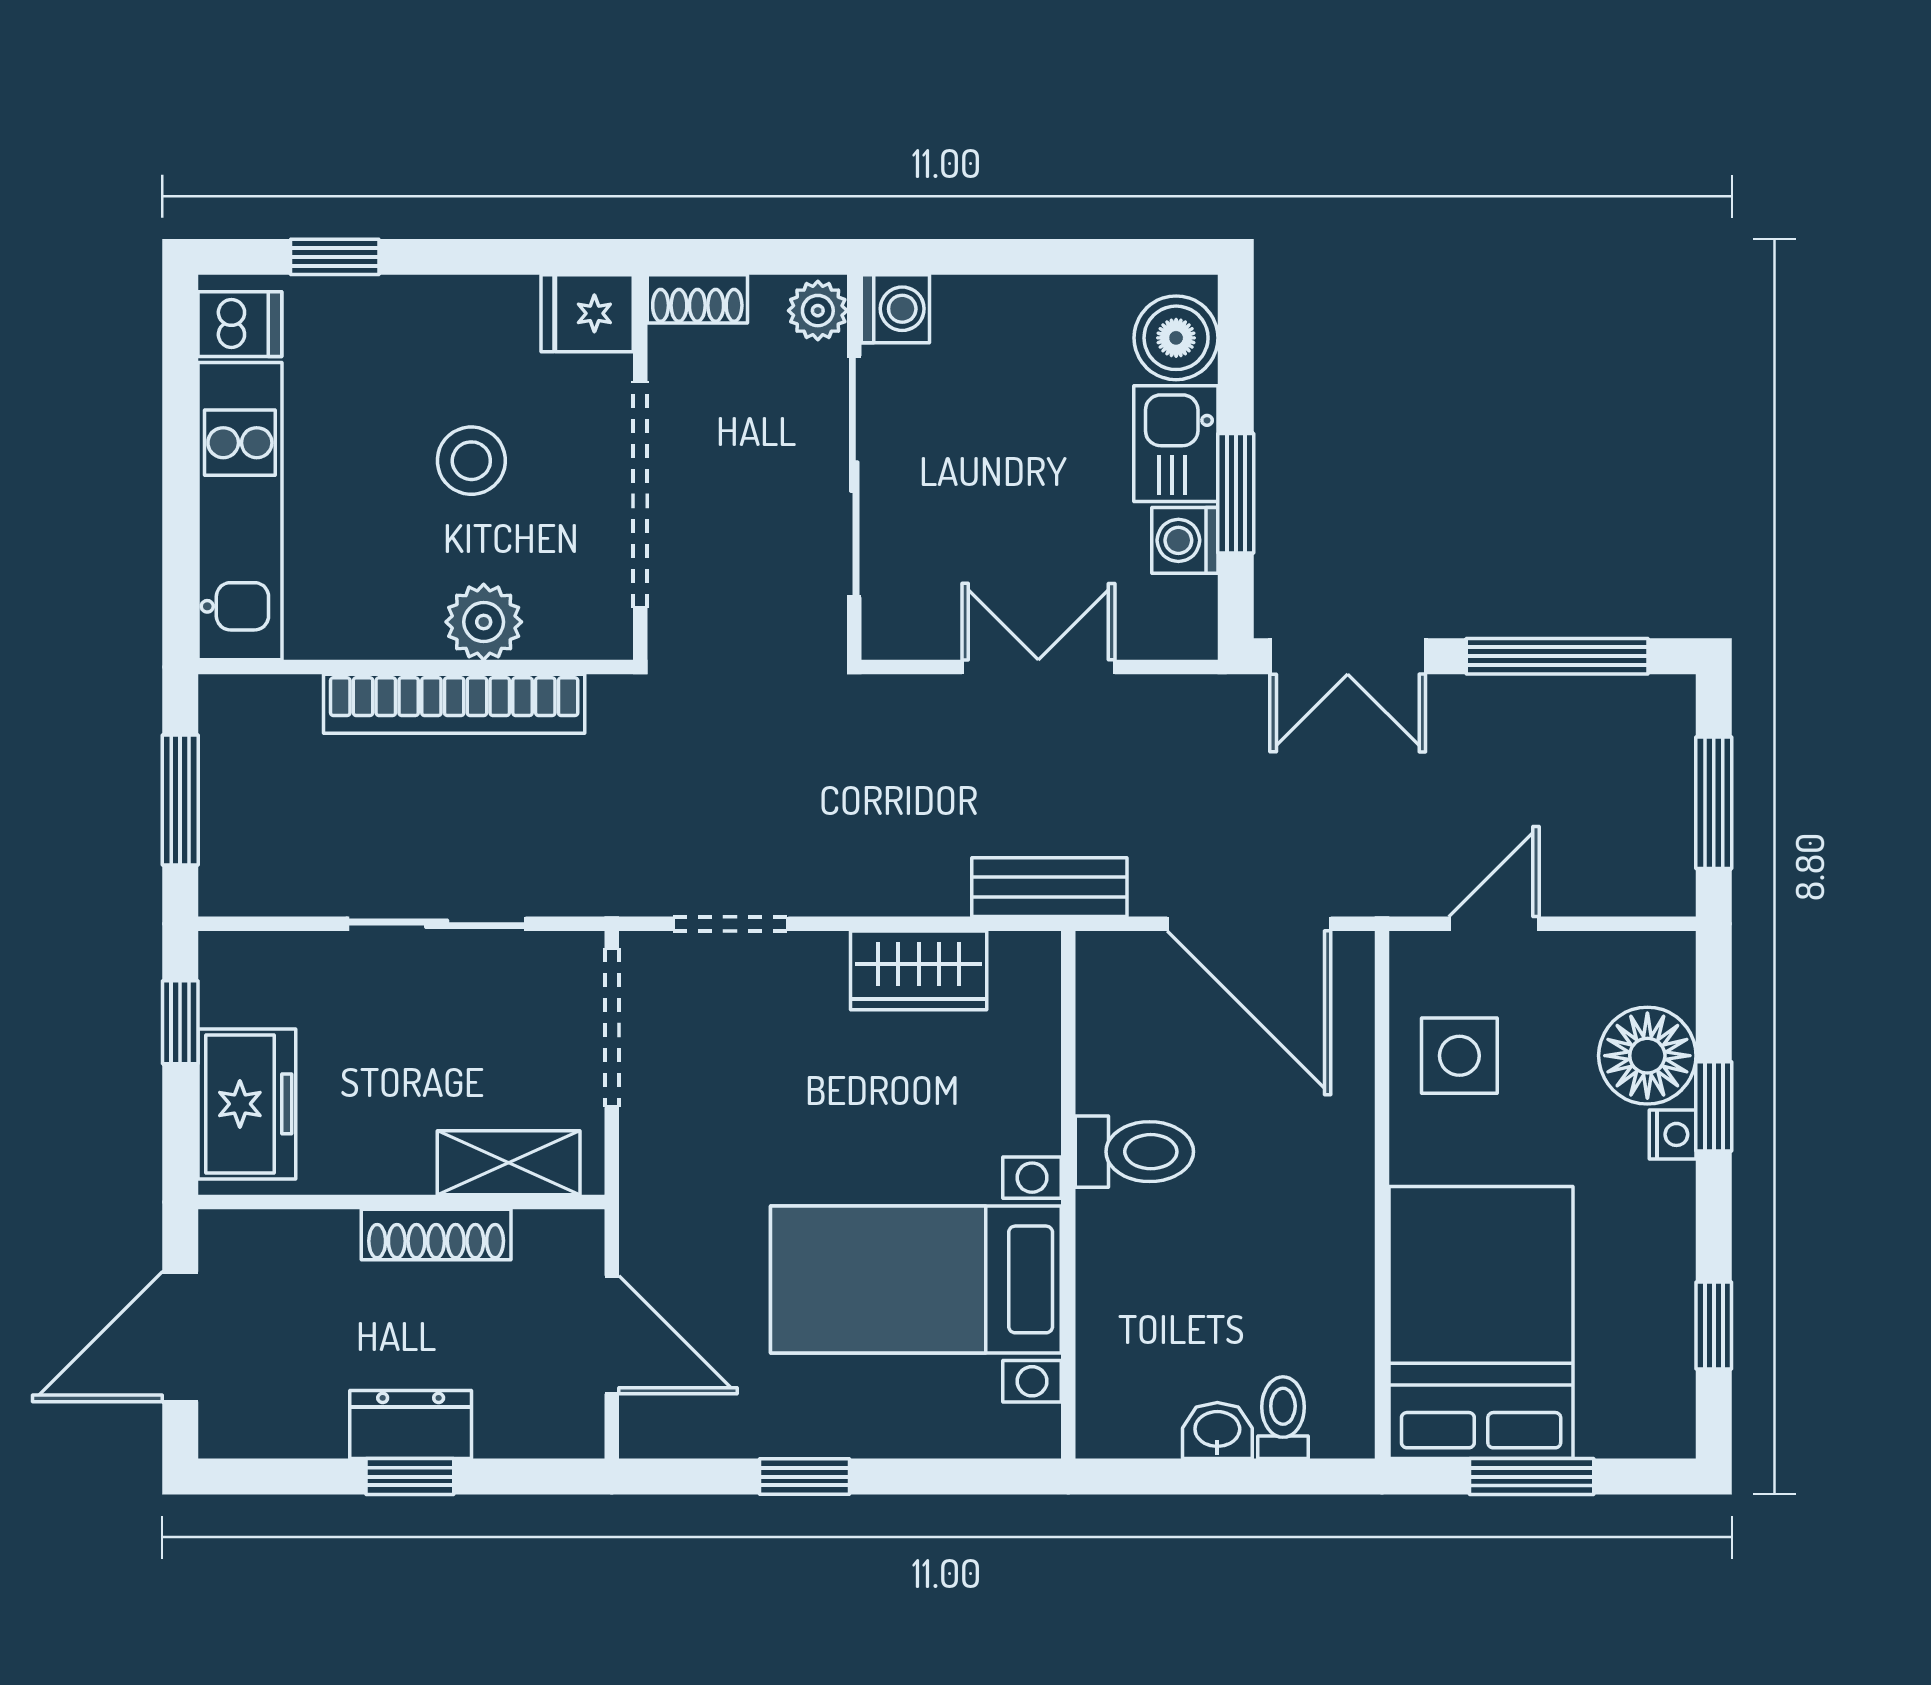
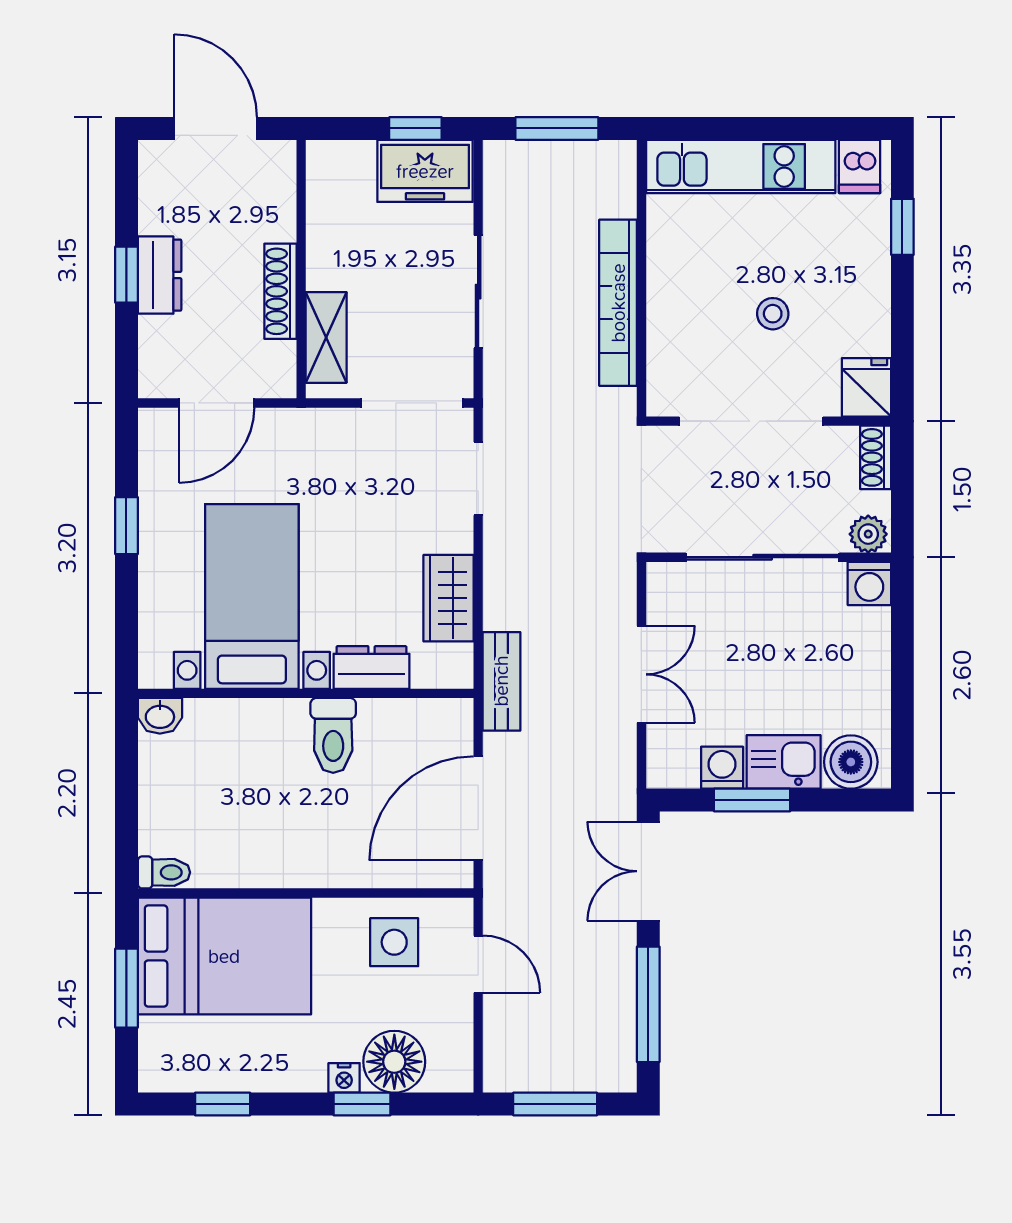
stool: (471, 461) -> (773, 314), width x0.73, depth x0.73
plant: (484, 622) -> (670, 322), removed
dresser: (1027, 1091) -> (372, 667), added
freezer: (247, 1104) -> (425, 171), moved
toilet: (1283, 1418) -> (164, 872), moved
washbasin: (1217, 1431) -> (160, 716), moved, turned 90

